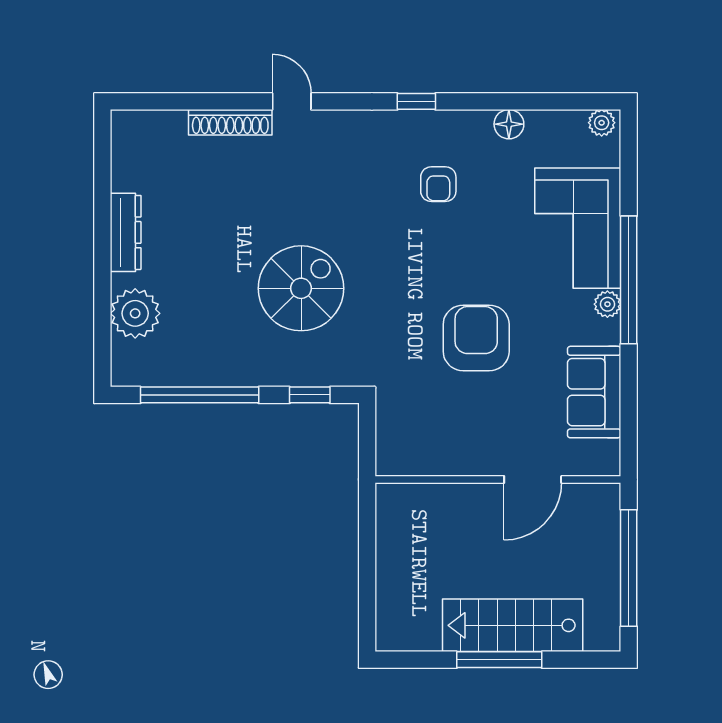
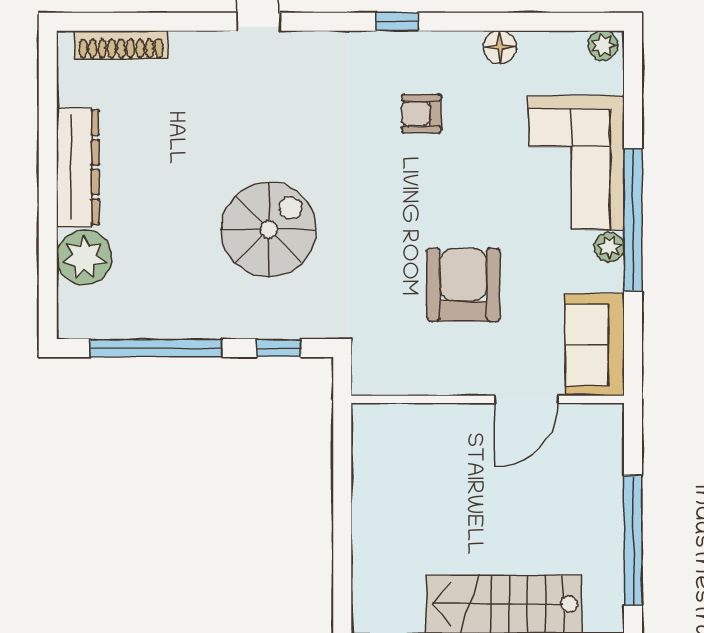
shoe rack: (230, 122) -> (121, 45), moved
armchair: (438, 184) -> (421, 114), turned 90
dresser: (126, 232) -> (78, 167), width x1.37, depth x1.24
wall: (498, 479) -> (488, 399), moved
door: (533, 479) -> (526, 399), moved

